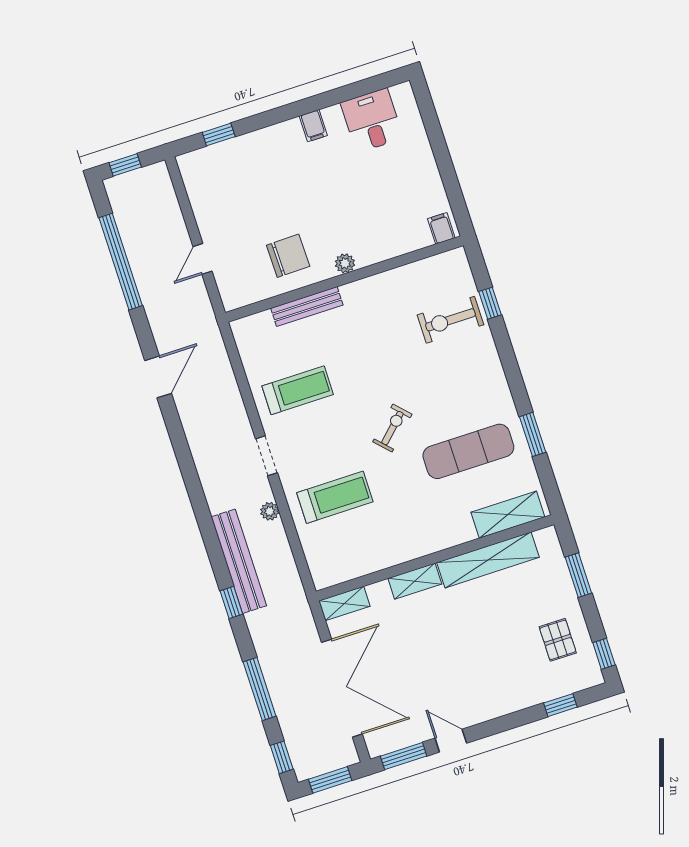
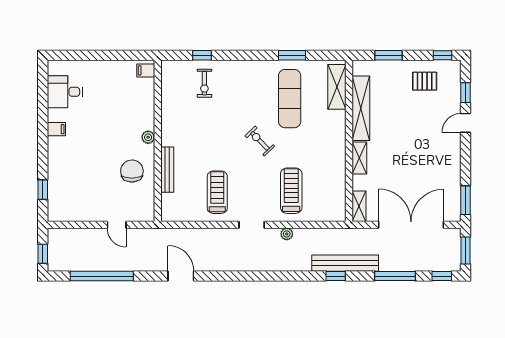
exercise bike: (450, 320) -> (204, 83), width x0.73, depth x0.72
bench: (239, 561) -> (345, 263), moved
door: (451, 741) -> (466, 123), moved

